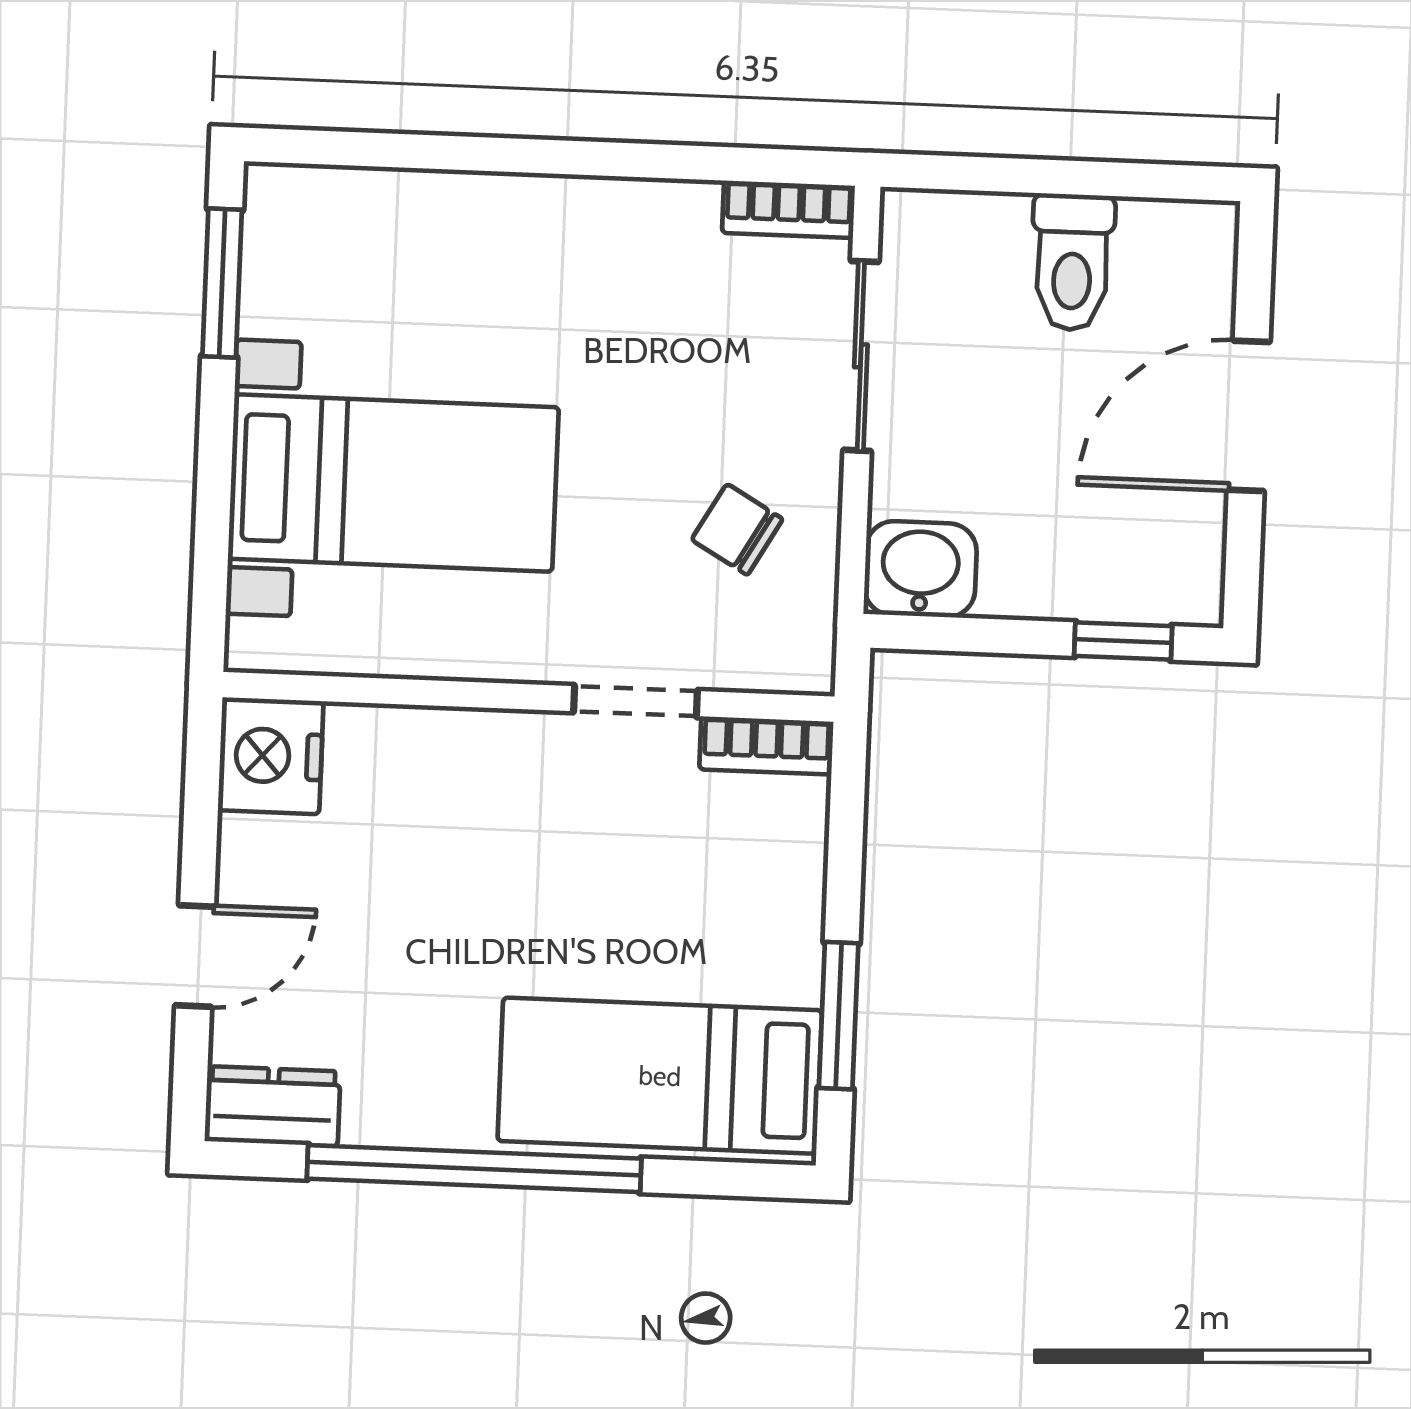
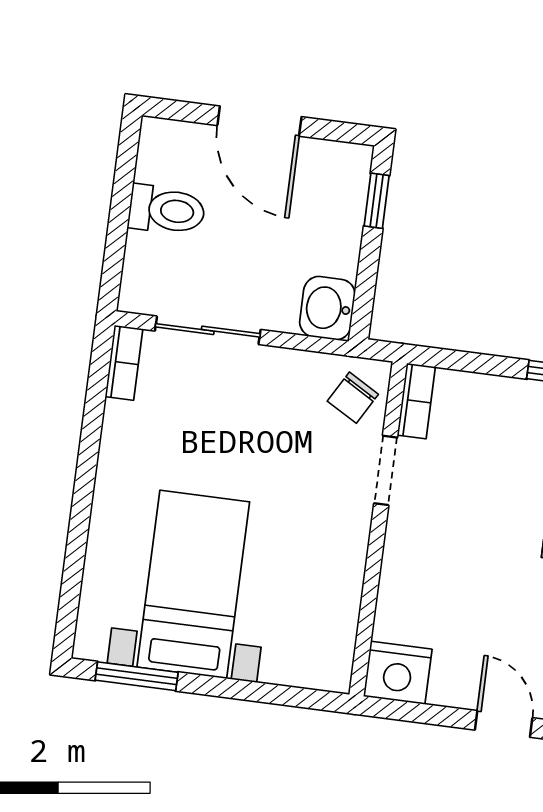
bed with nightstands: (393, 483) -> (193, 584), moved
chair: (737, 529) -> (353, 398), moved

